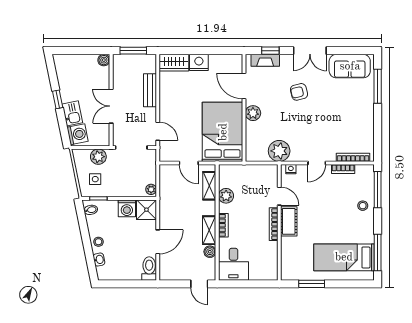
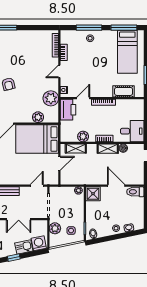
plant: (253, 113) -> (38, 117), moved
door: (317, 163) -> (59, 71), swing flipped
printer: (263, 175) -> (68, 110), added
window: (378, 190) -> (89, 28), moved
washing machine: (127, 208) -> (92, 208), removed
cot: (289, 221) -> (124, 91), moved

